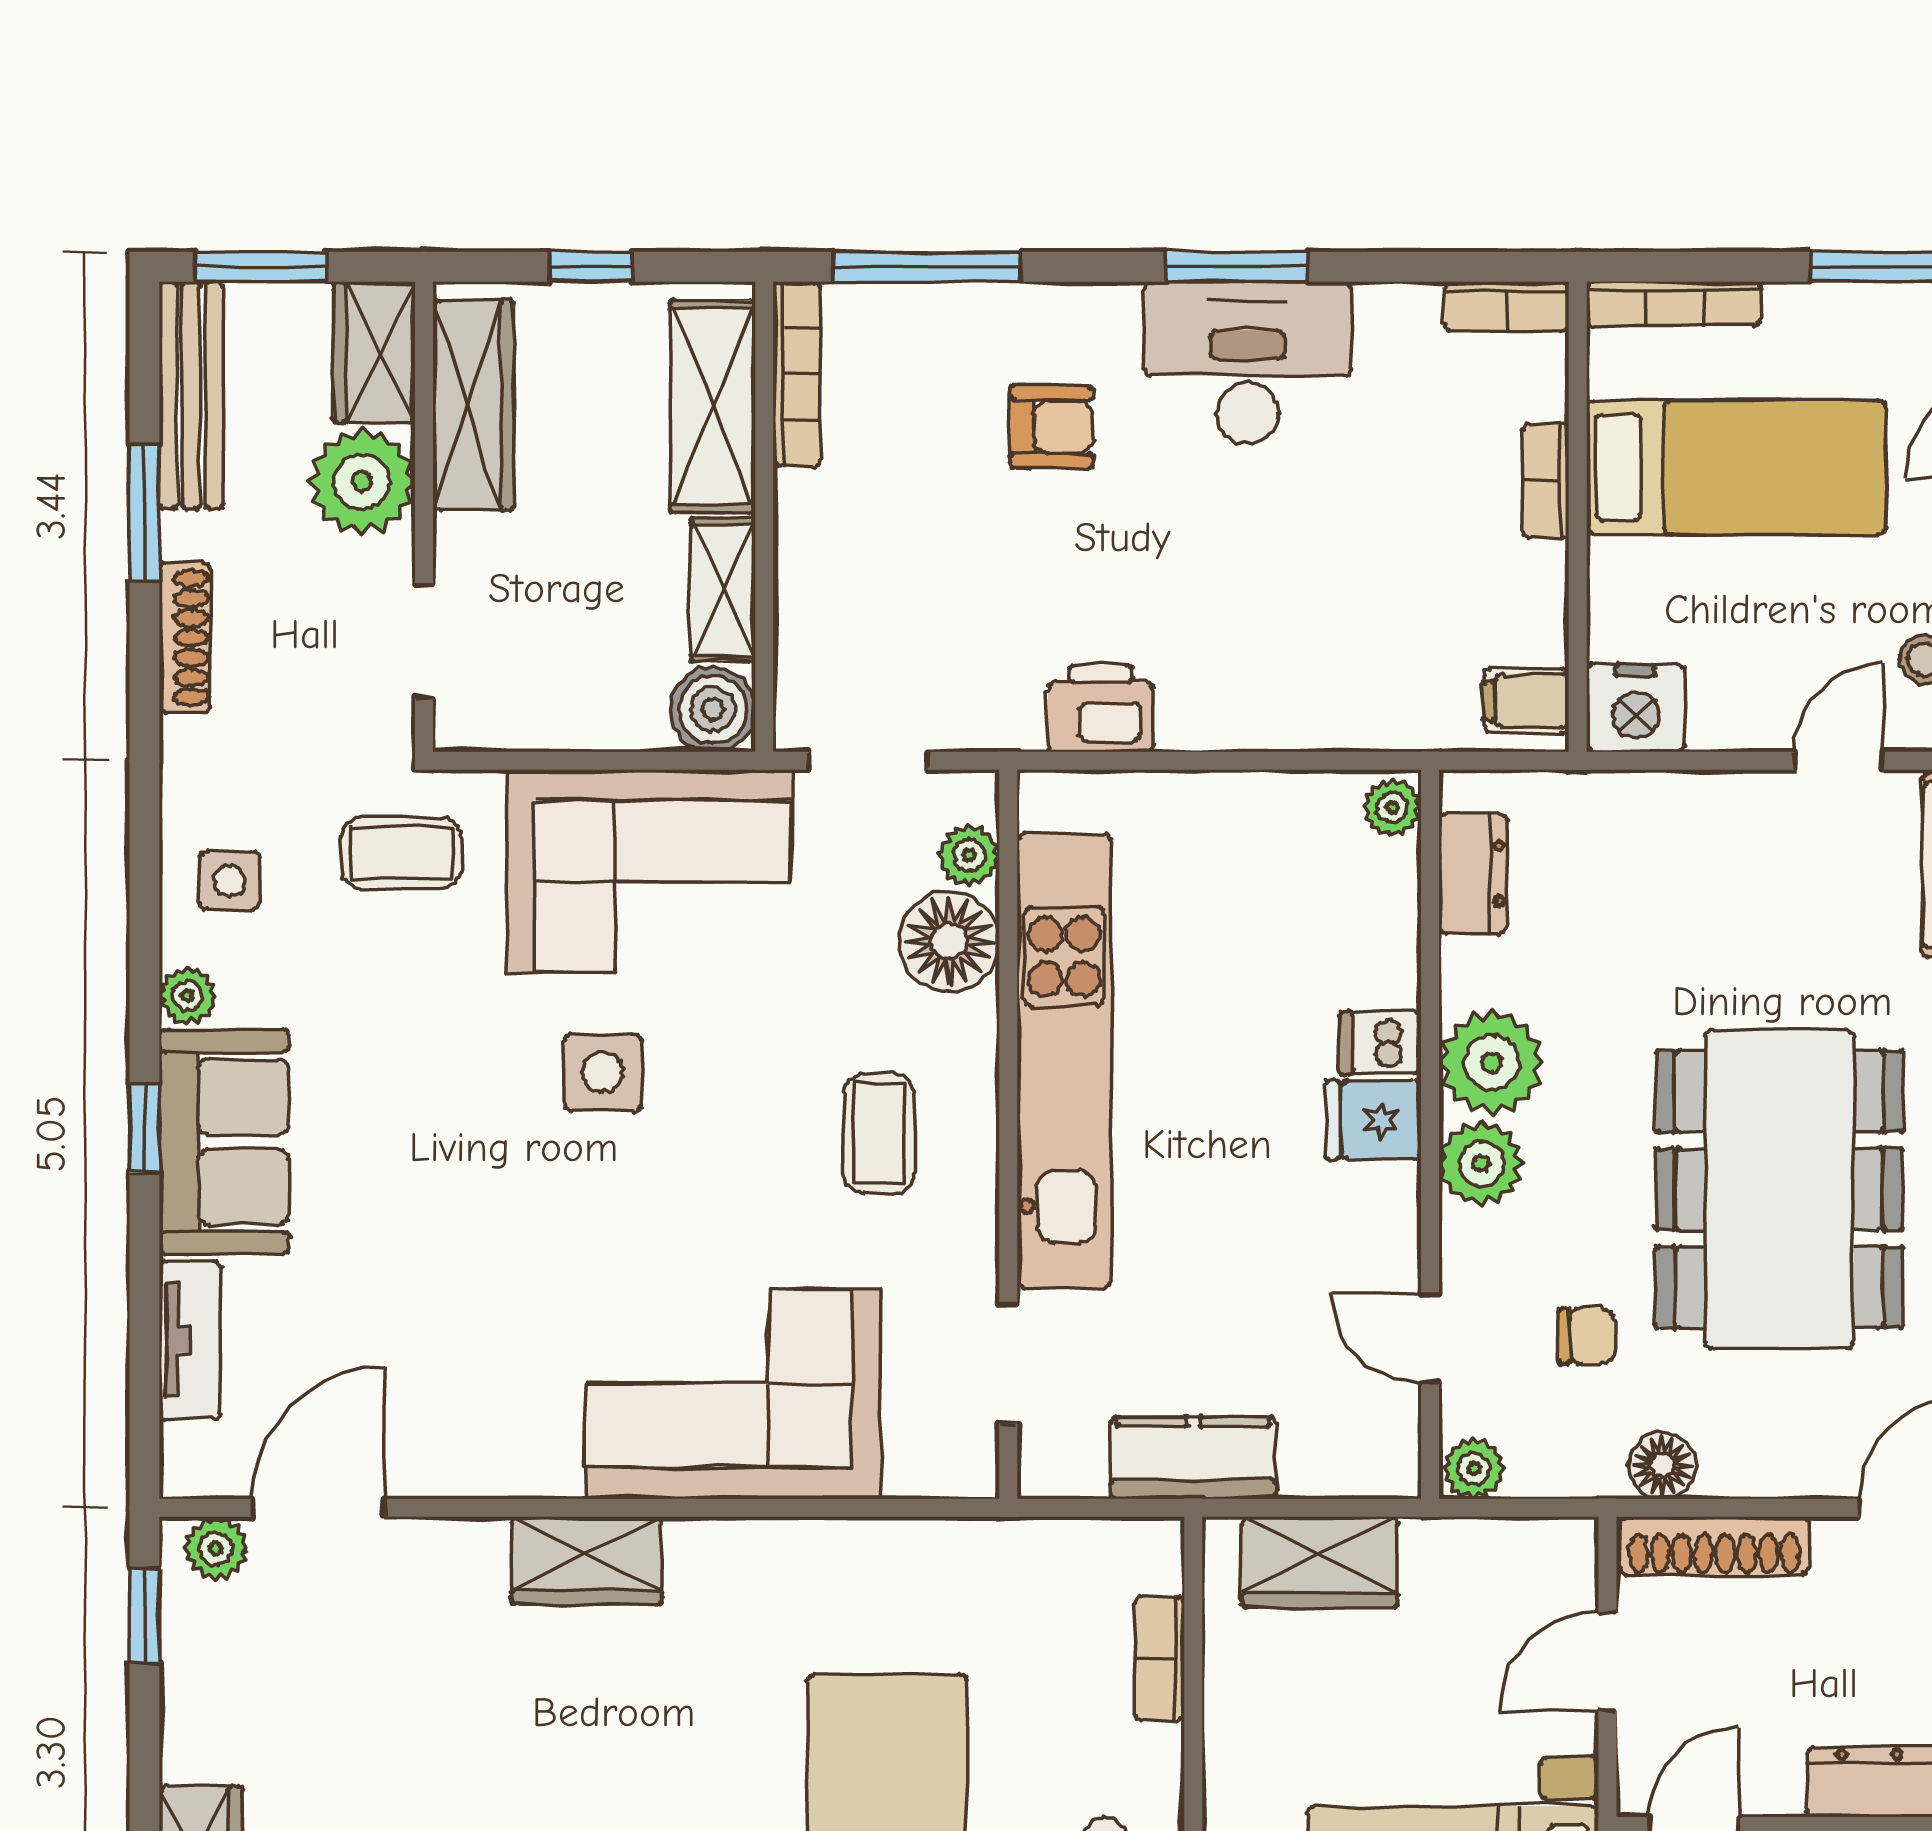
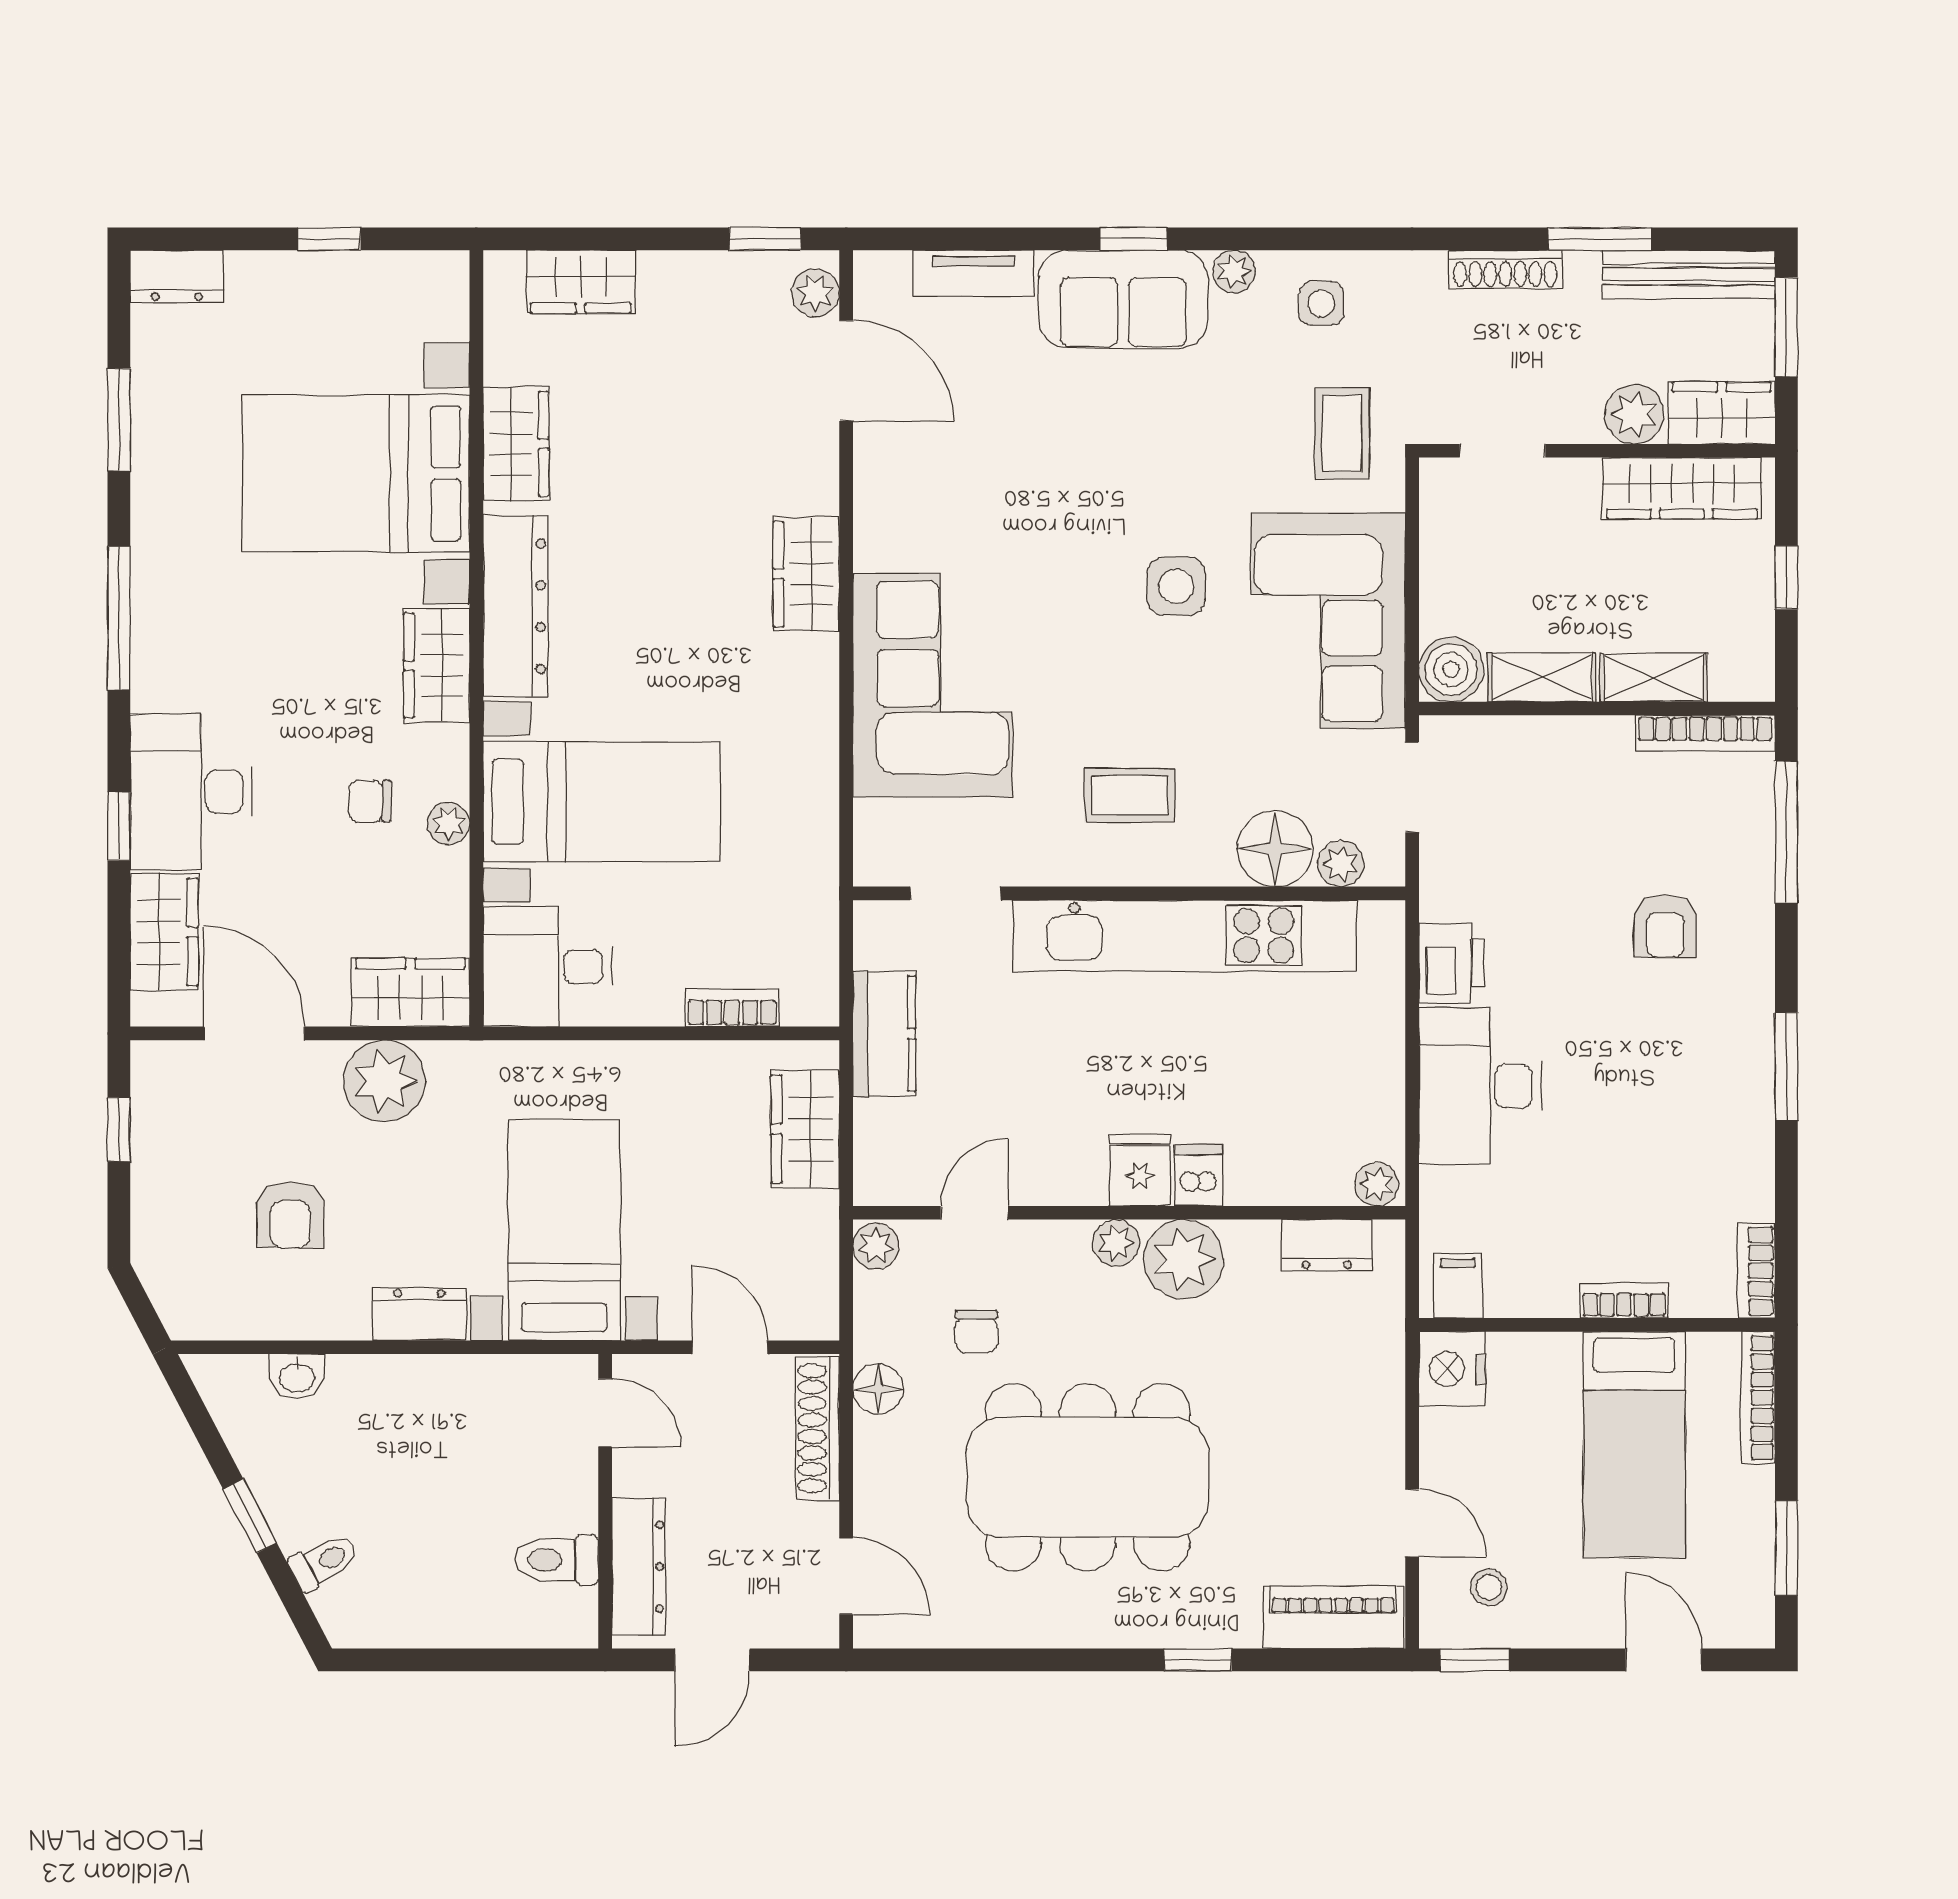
desk: (1248, 363) -> (1480, 1086), moved, turned 180
shelving: (713, 406) -> (1654, 678), width x0.67, depth x0.75
plant: (362, 482) -> (1634, 414), width x0.73, depth x0.73
plant: (1481, 1163) -> (1116, 1243), width x0.73, depth x0.73

